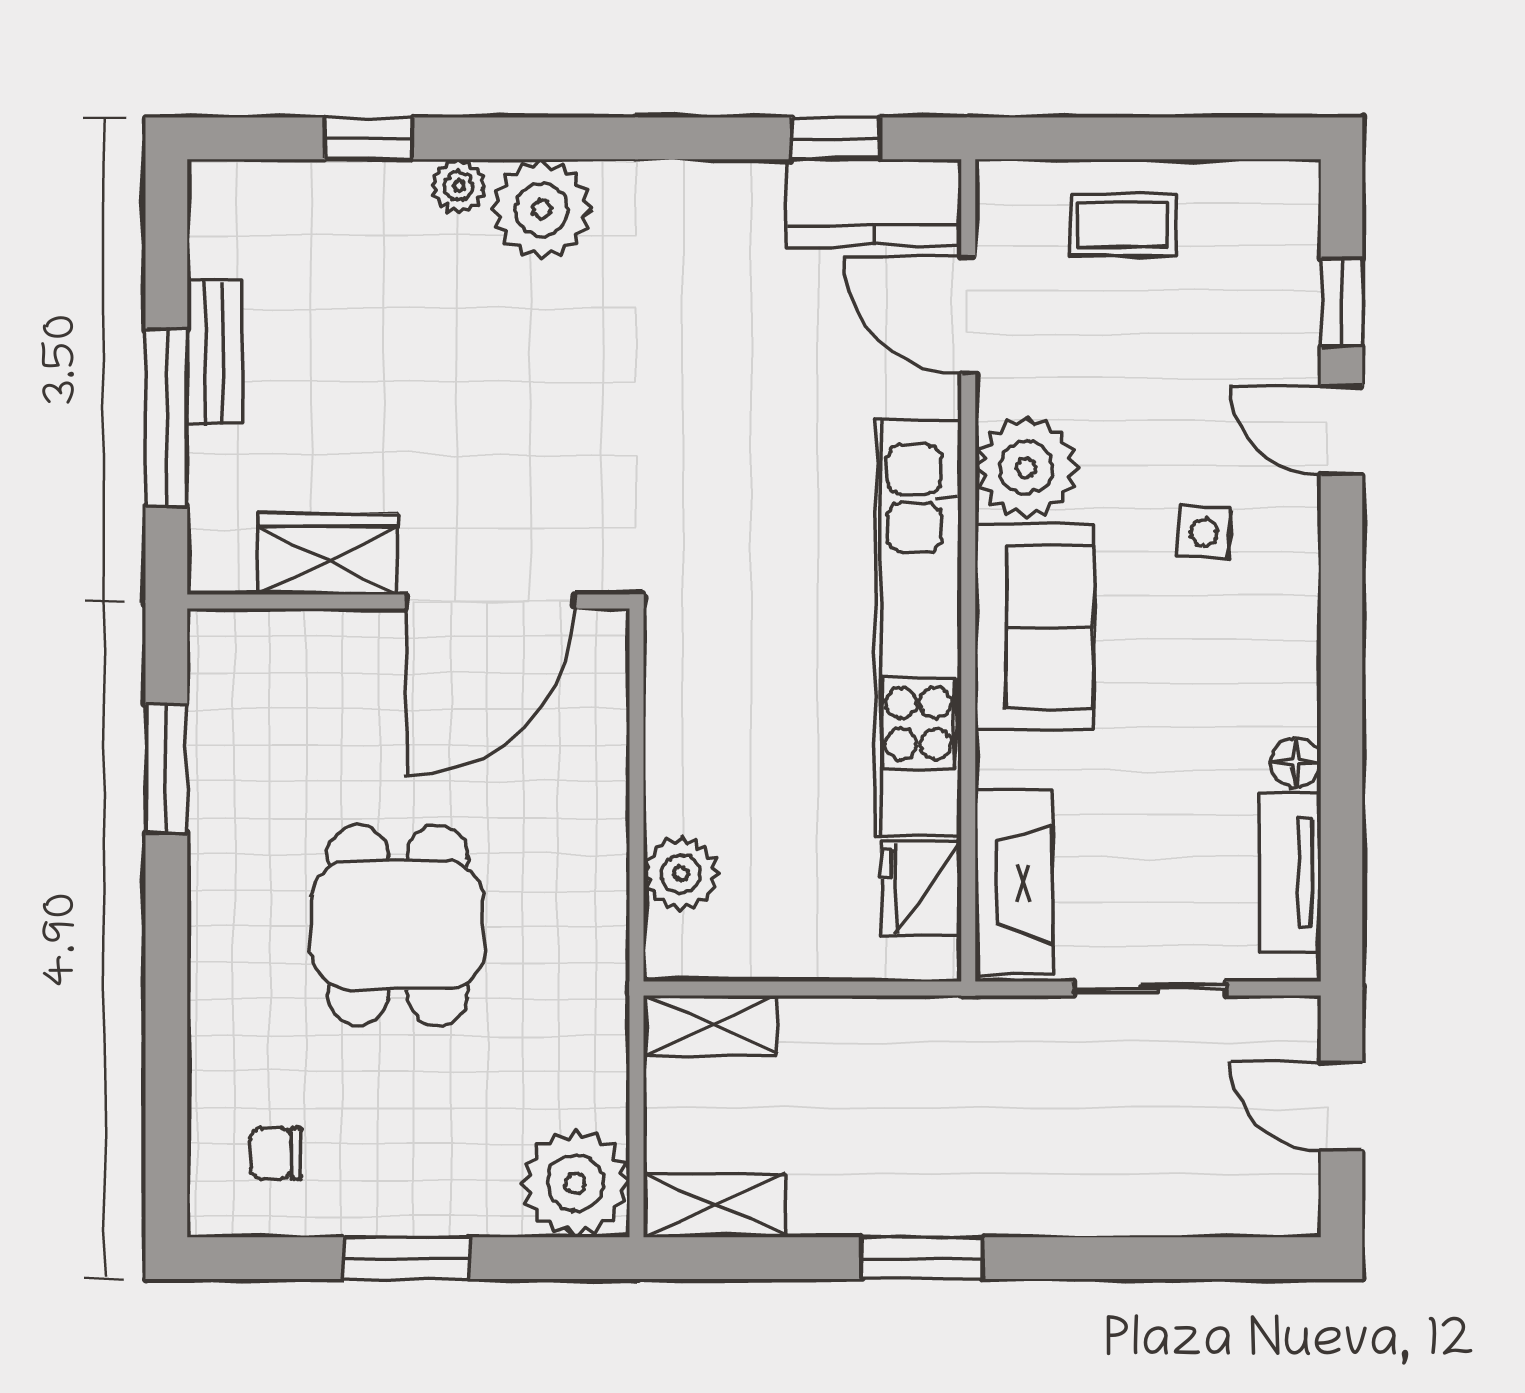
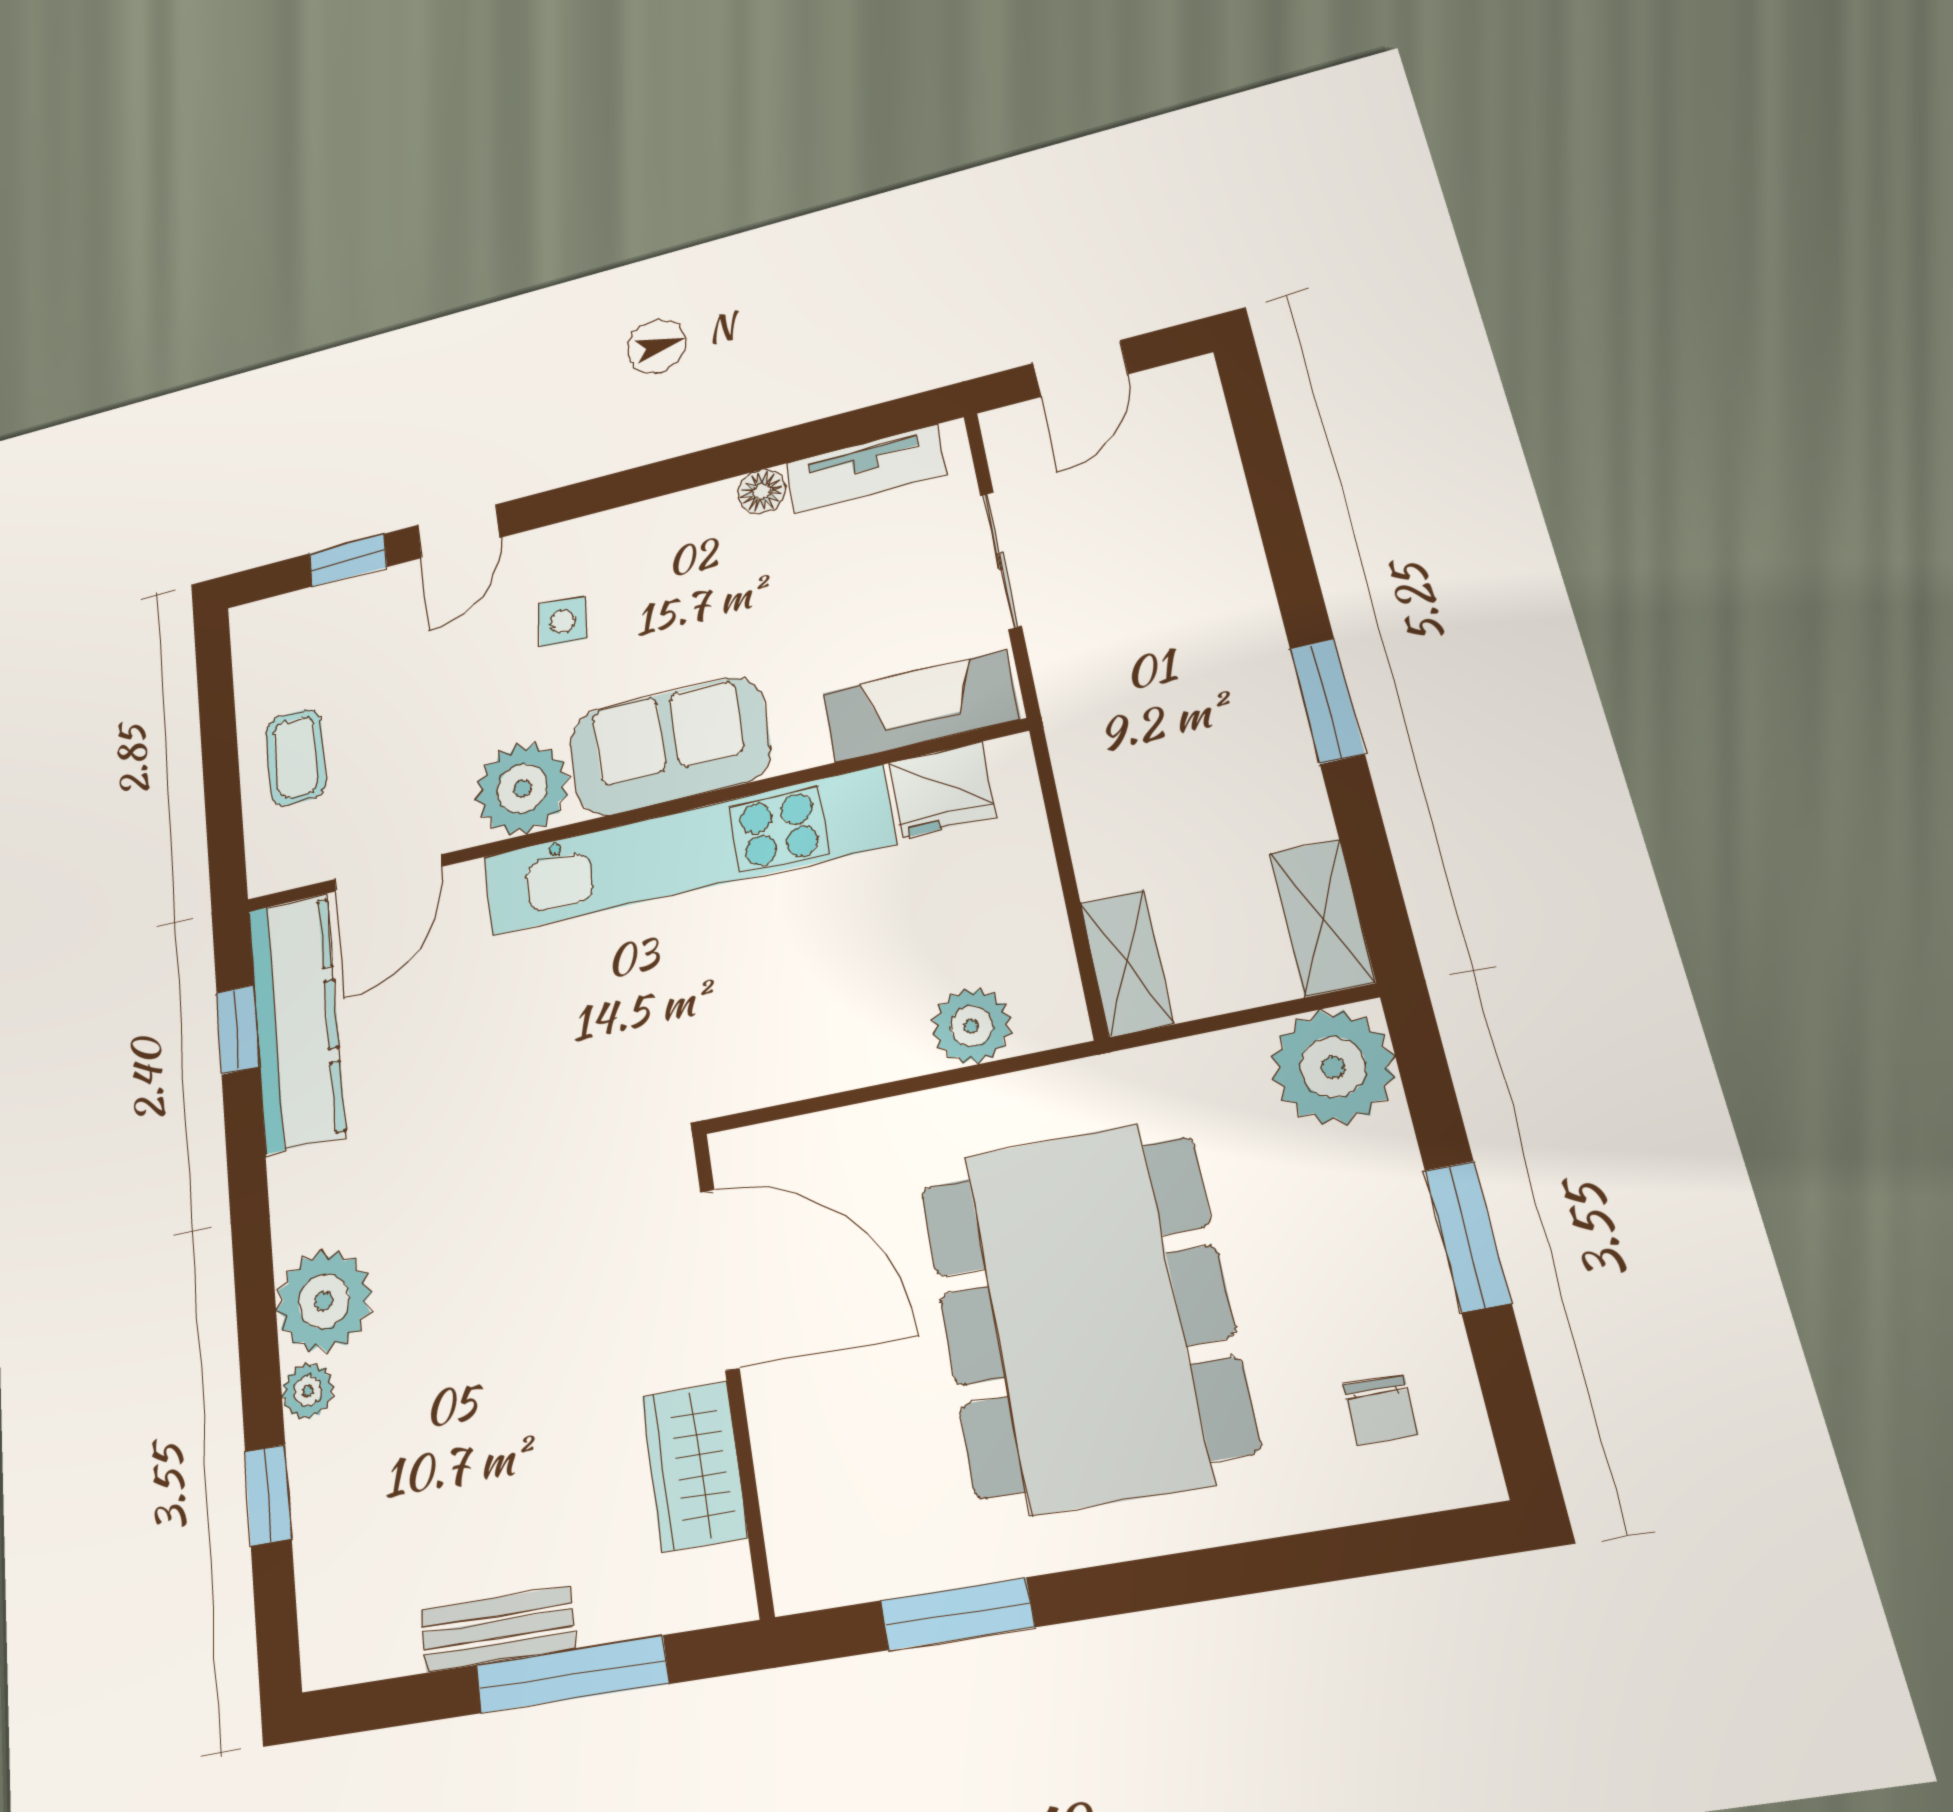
kitchen counter: (874, 203) -> (296, 1022), width x1.50
dining table: (398, 925) -> (1085, 1316), width x1.88, depth x1.24

